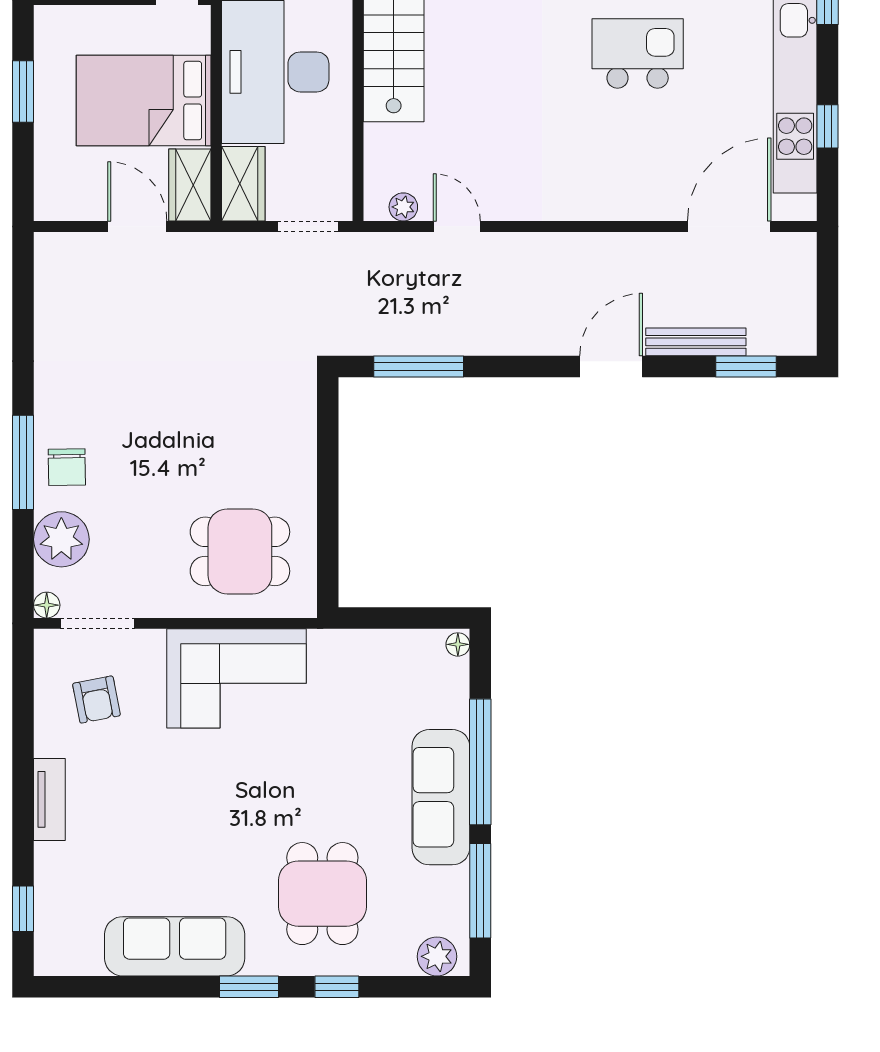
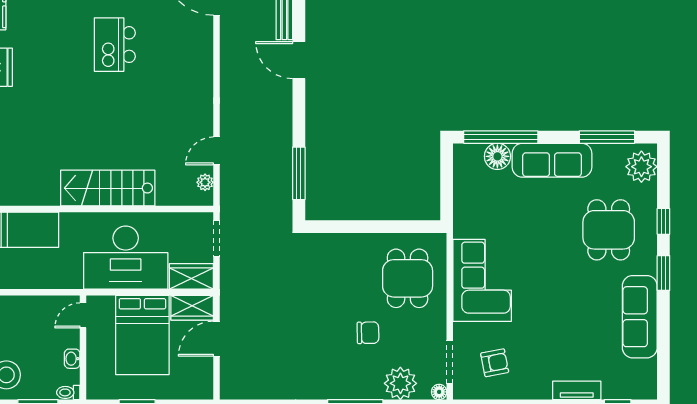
chair: (67, 467) -> (368, 333), moved
floor lamp: (458, 644) -> (497, 156), moved, width x1.89, depth x1.89
window: (480, 762) -> (501, 137), moved
tv unit: (49, 799) -> (577, 390), moved
dining table: (322, 894) -> (609, 230), turned 90
plant: (437, 956) -> (641, 167), width x1.36, depth x1.36

